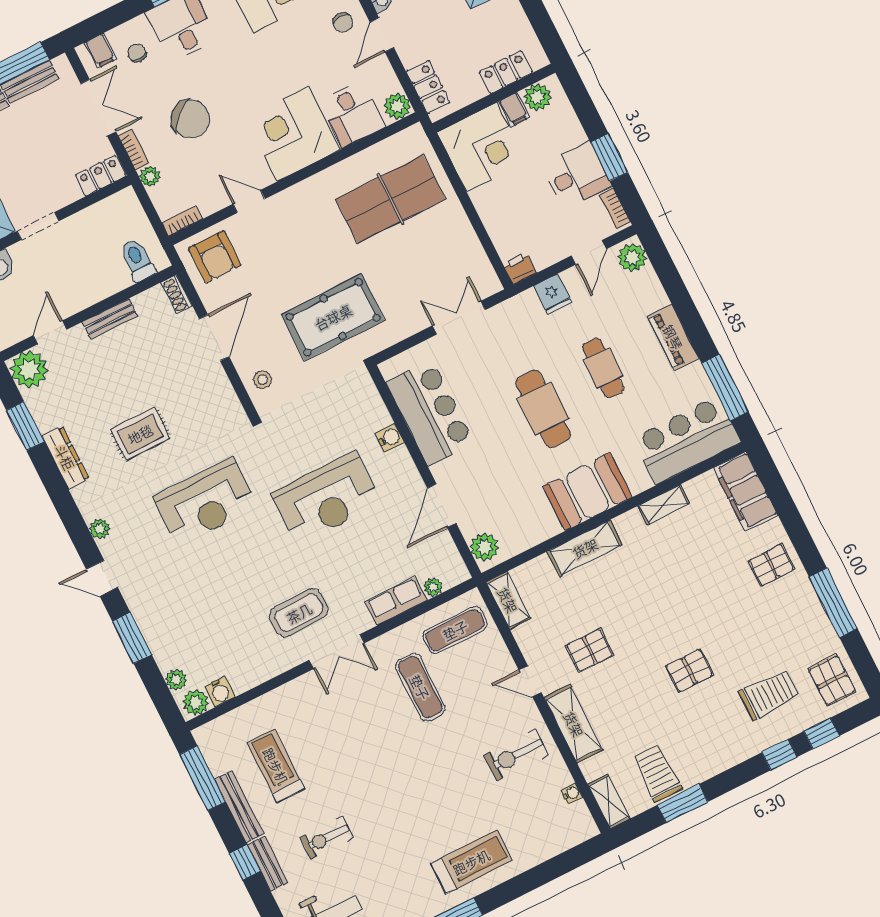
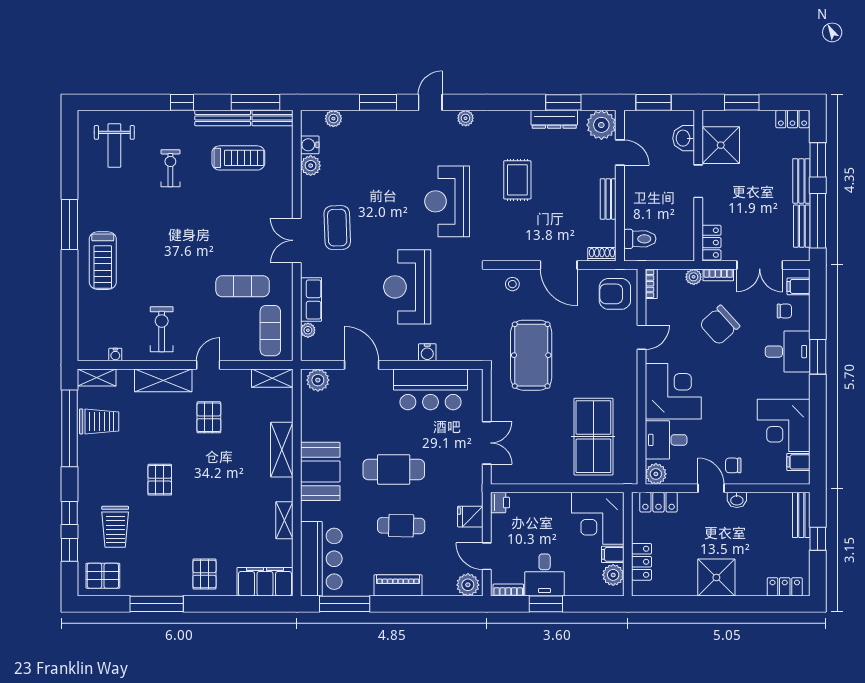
dresser: (65, 457) -> (554, 119), moved
plant: (196, 703) -> (311, 166), moved
window: (683, 803) -> (69, 428), width x2.11
bench: (268, 864) -> (272, 118), moved

